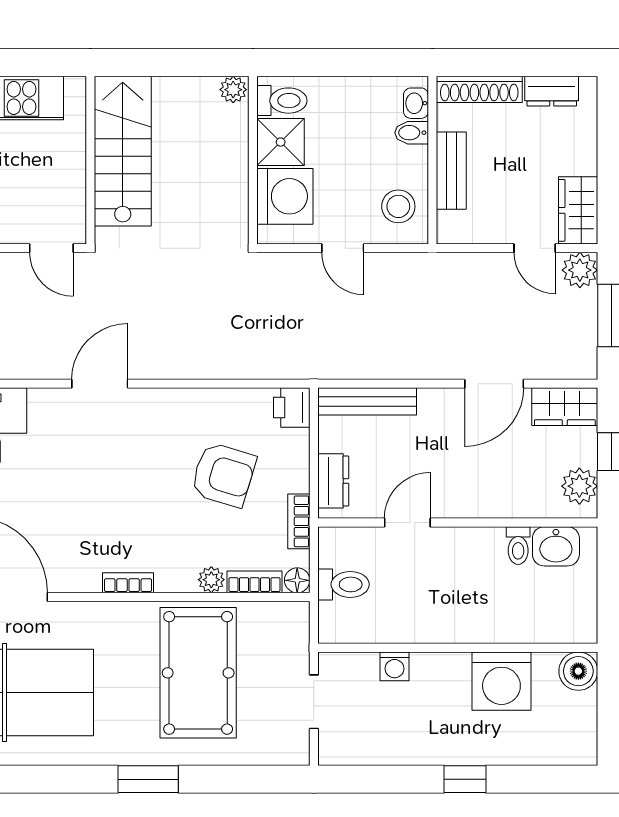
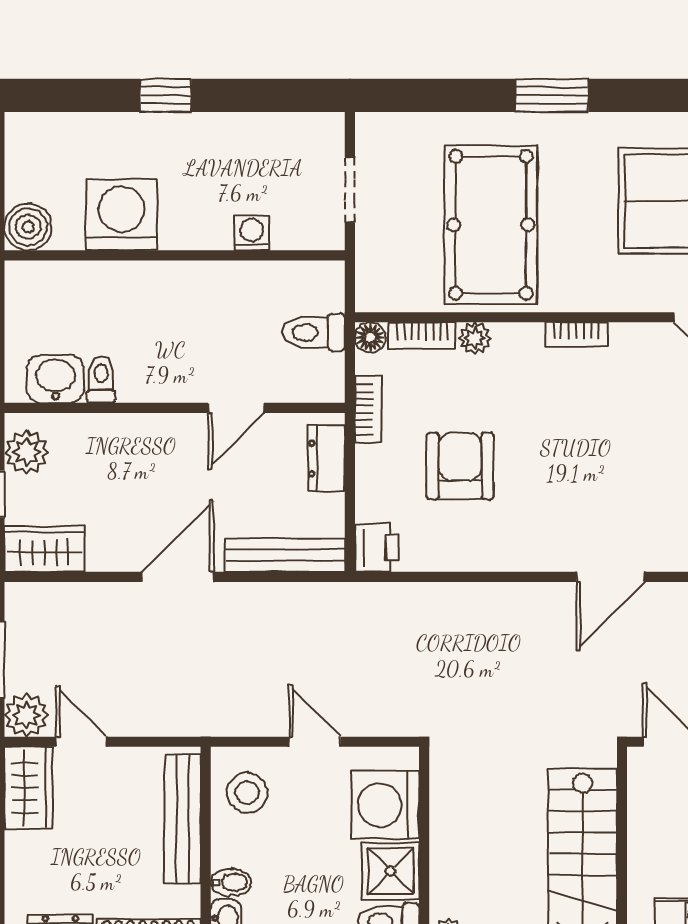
bench: (451, 171) -> (183, 819), width x1.36
door: (494, 384) -> (178, 577), moved
armchair: (223, 475) -> (460, 466), turned 73

